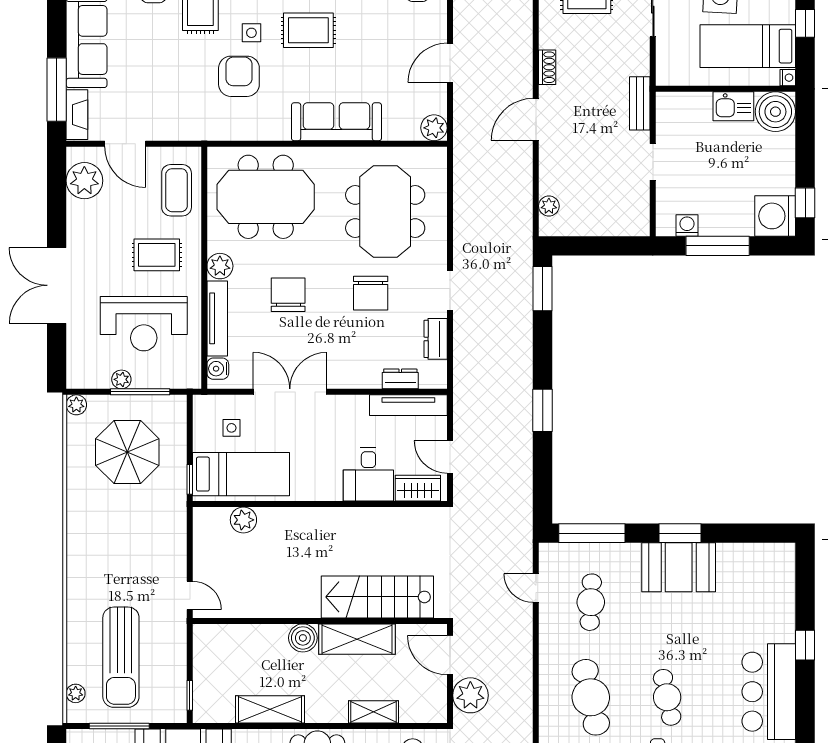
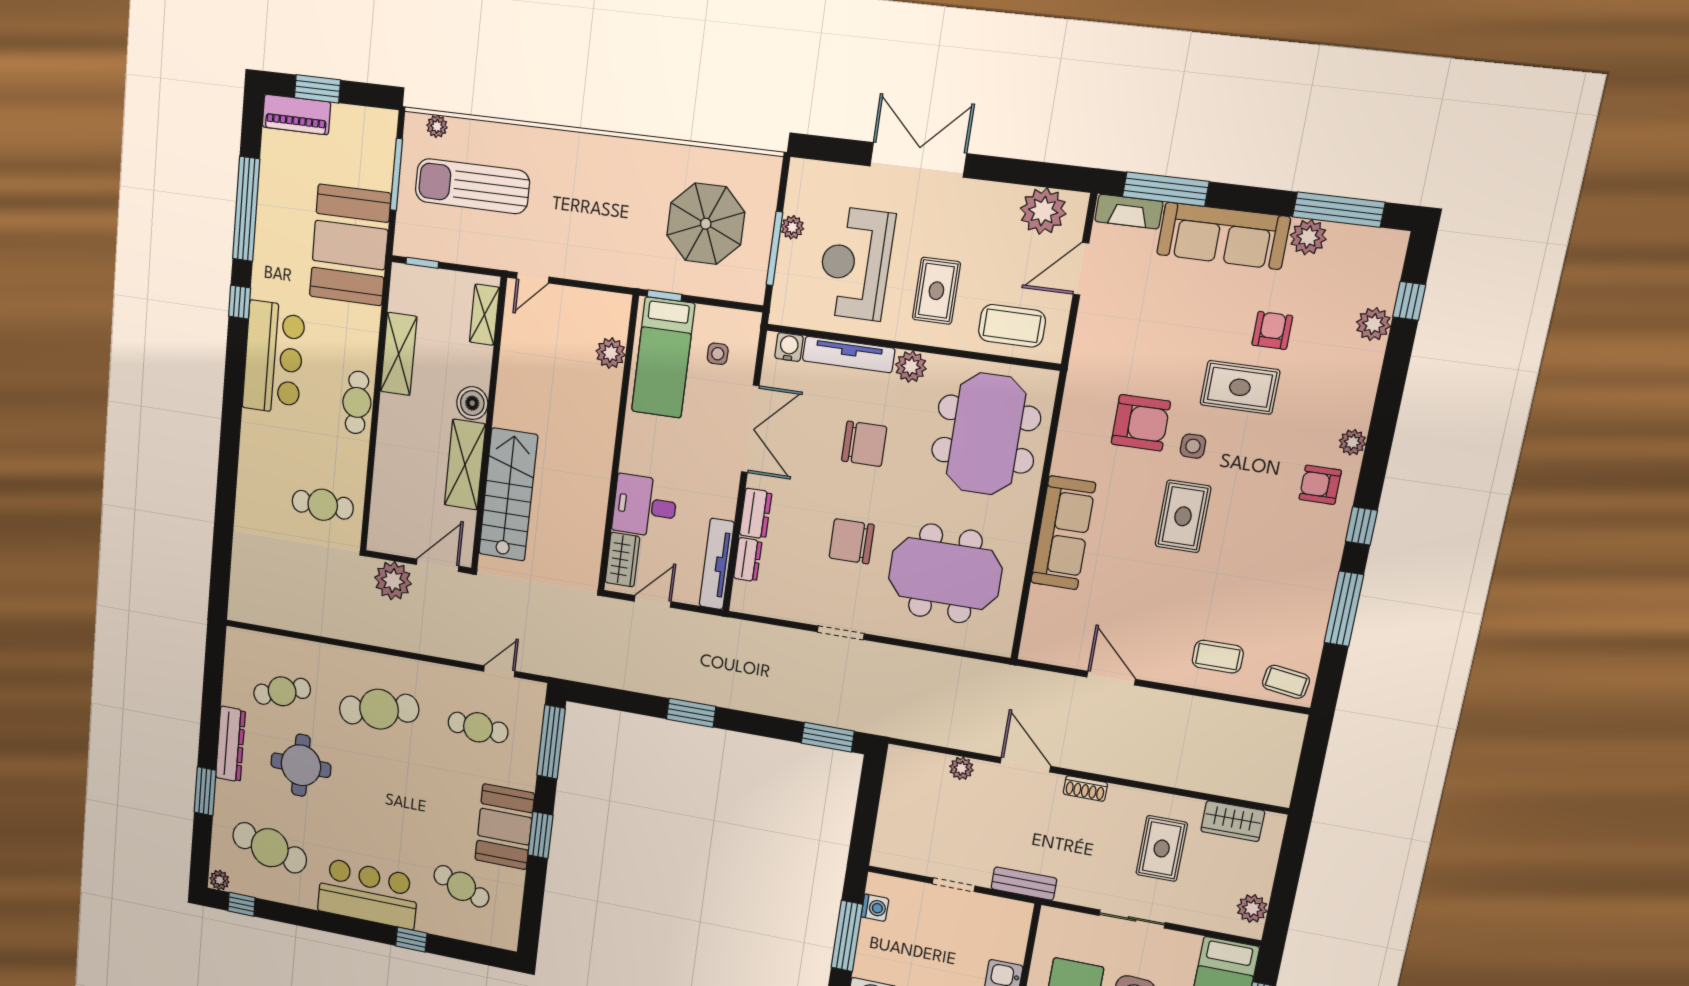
plant: (434, 128) -> (1036, 647), removed
plant: (549, 206) -> (961, 768), moved
dresser: (436, 339) -> (756, 514), moved, turned 90
plant: (76, 405) -> (770, 167), removed
cafe table: (667, 697) -> (461, 886), moved, turned 33
shelving: (373, 712) -> (484, 315), moved

